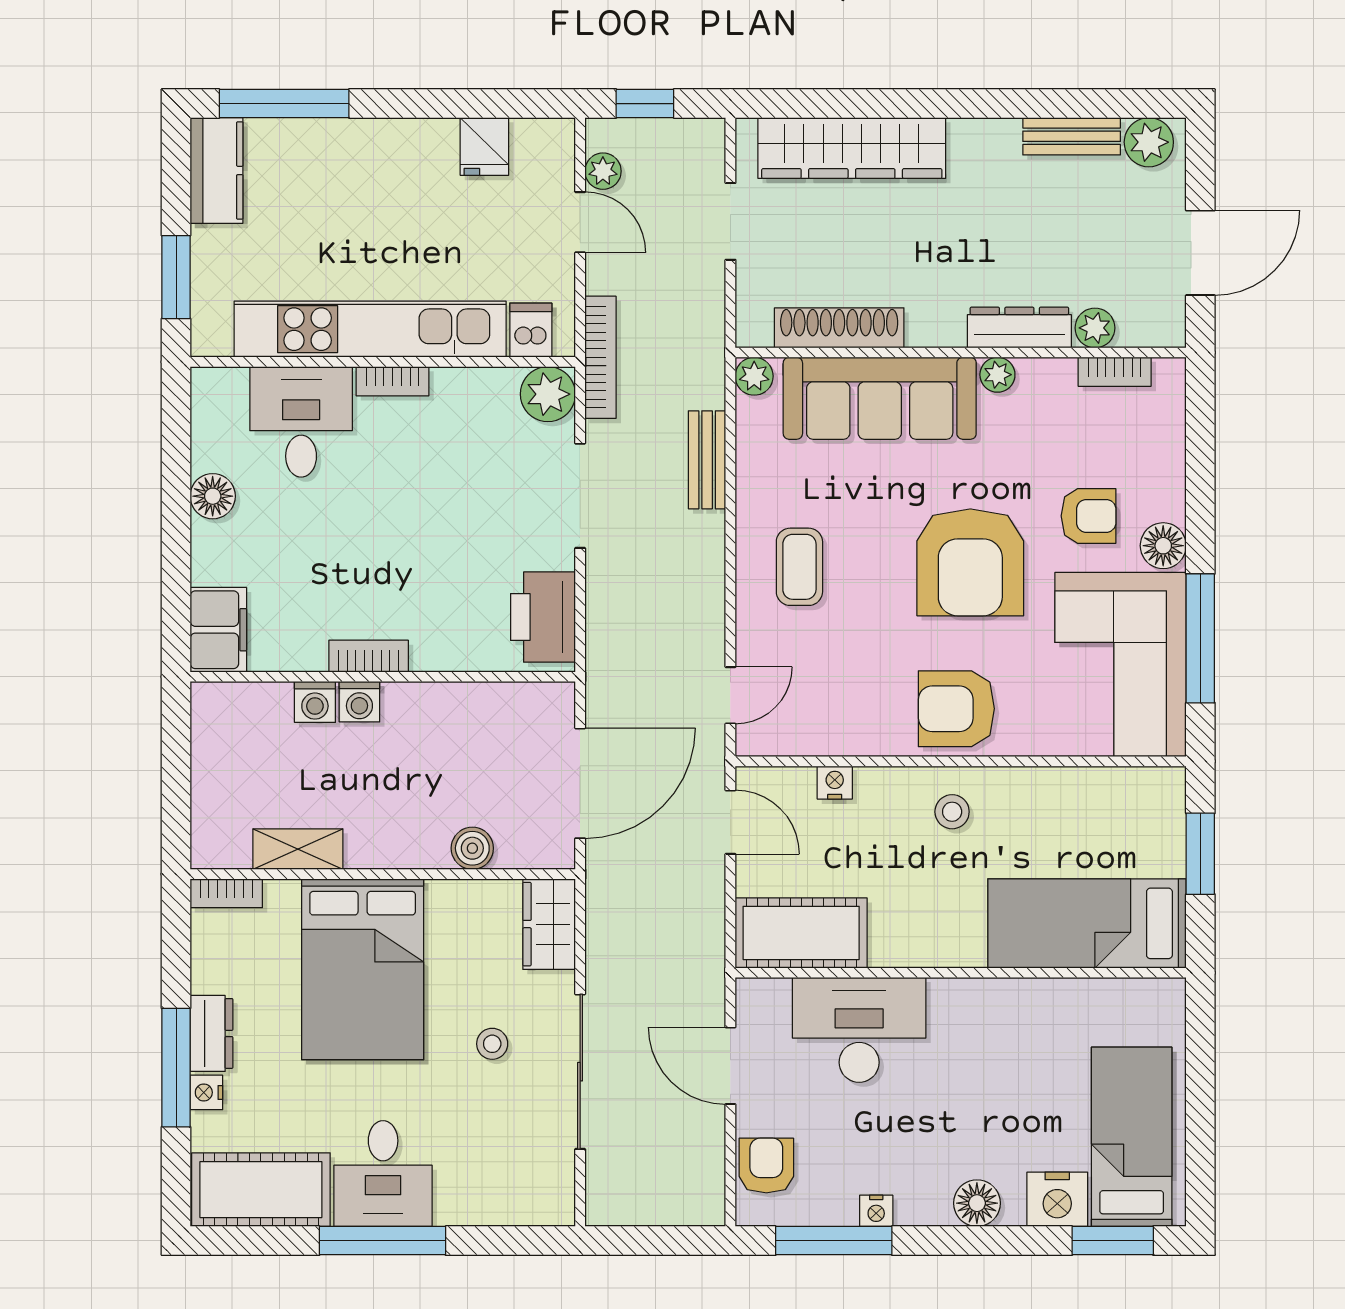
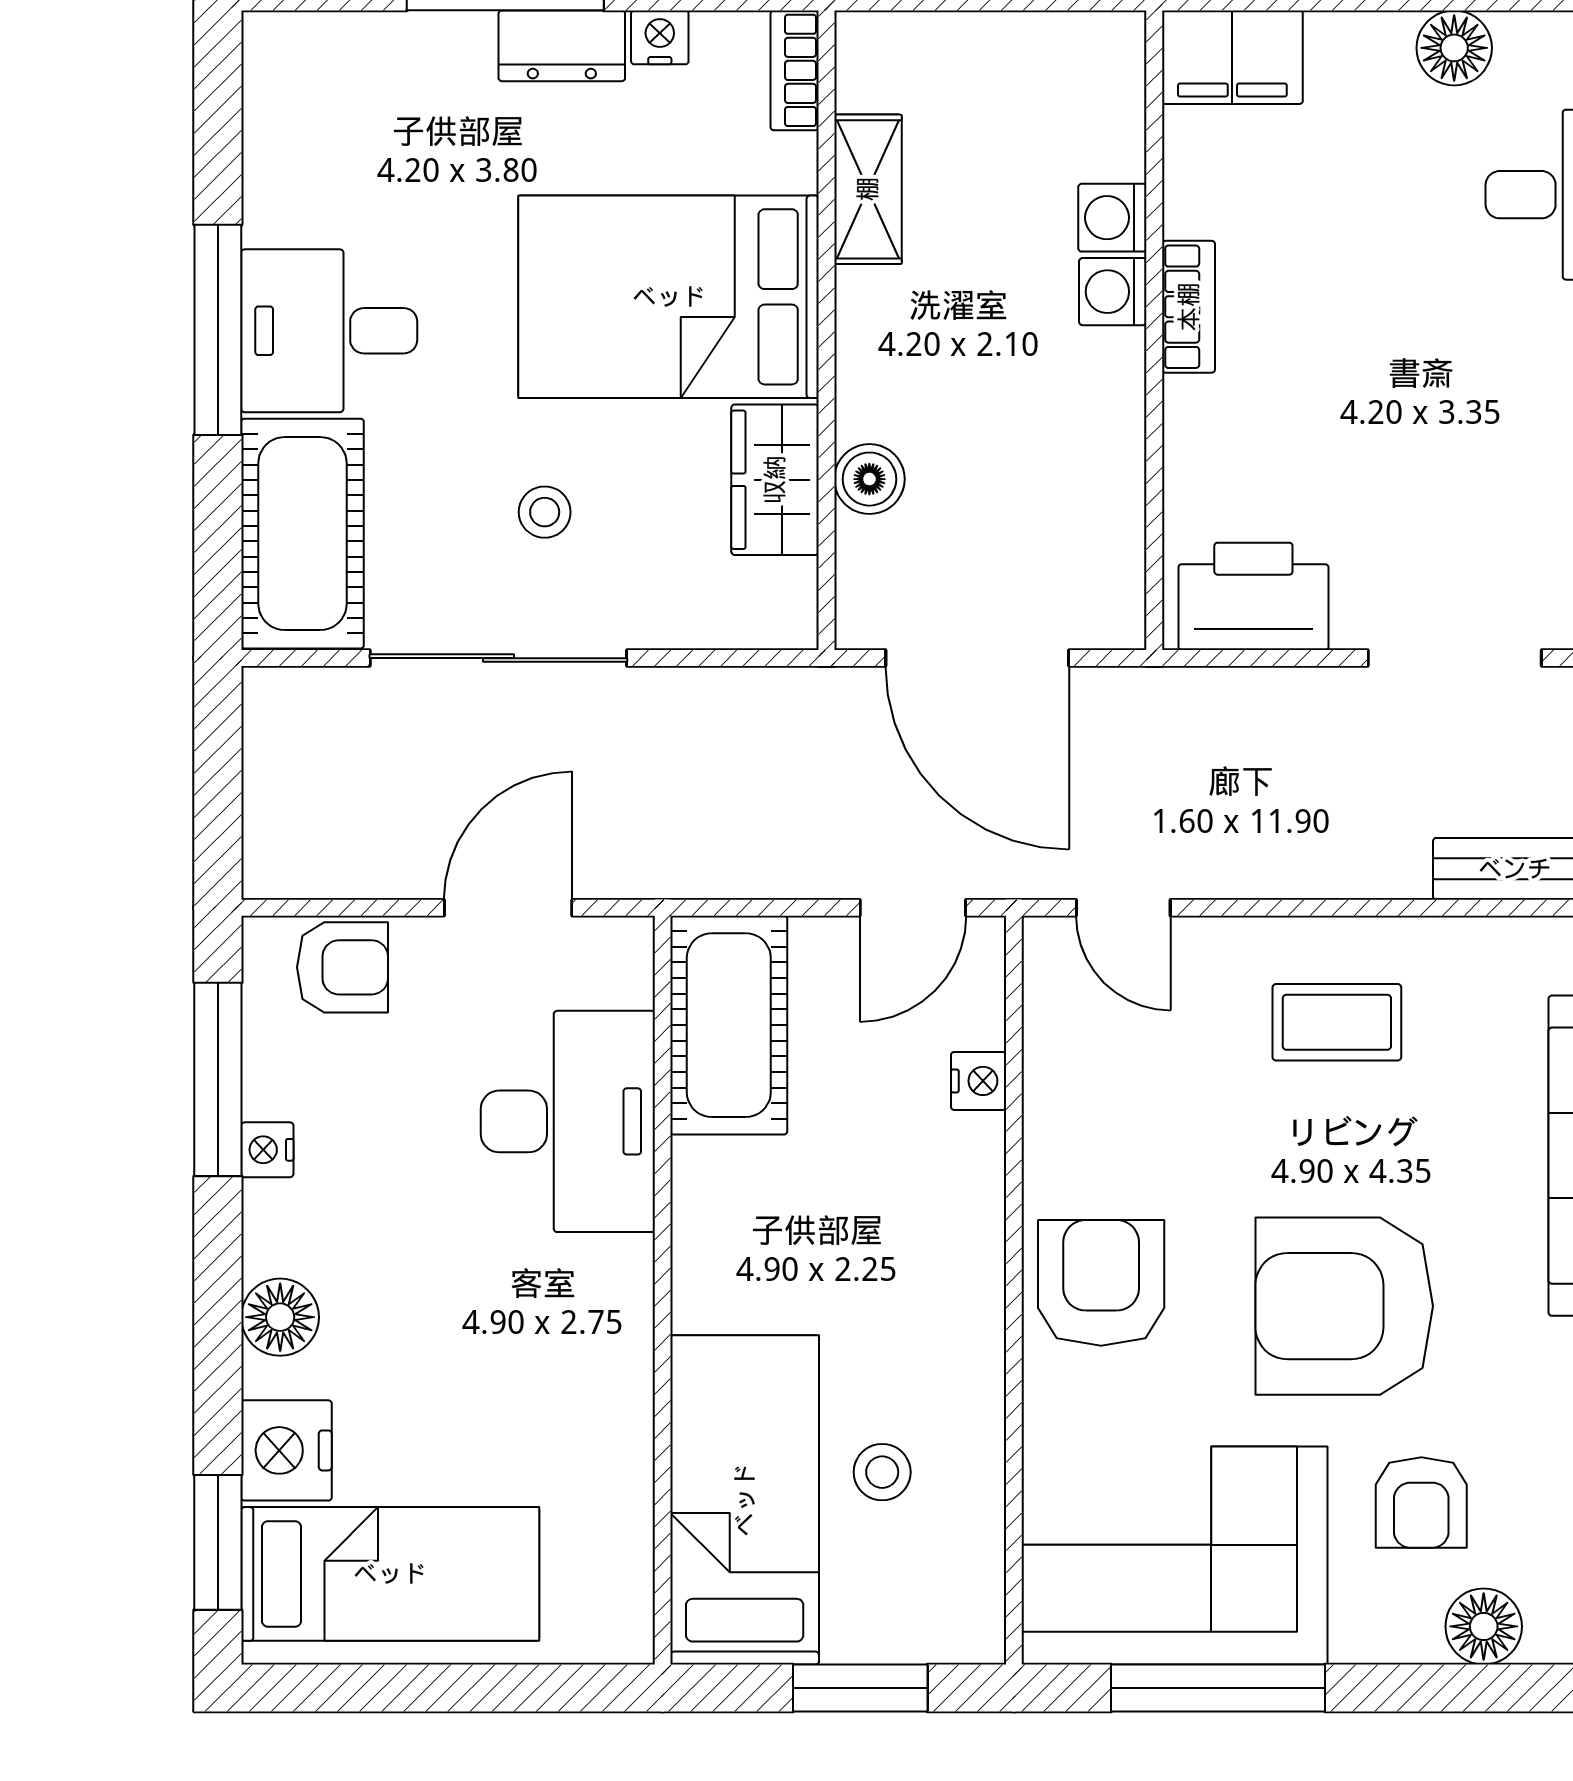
floor lamp: (1163, 546) -> (1484, 1626), moved
stool: (952, 812) -> (882, 1472), moved
wardrobe: (549, 924) -> (775, 480), moved, turned -90
nightstand: (206, 1092) -> (660, 37), moved
cot: (261, 1190) -> (302, 534), moved

